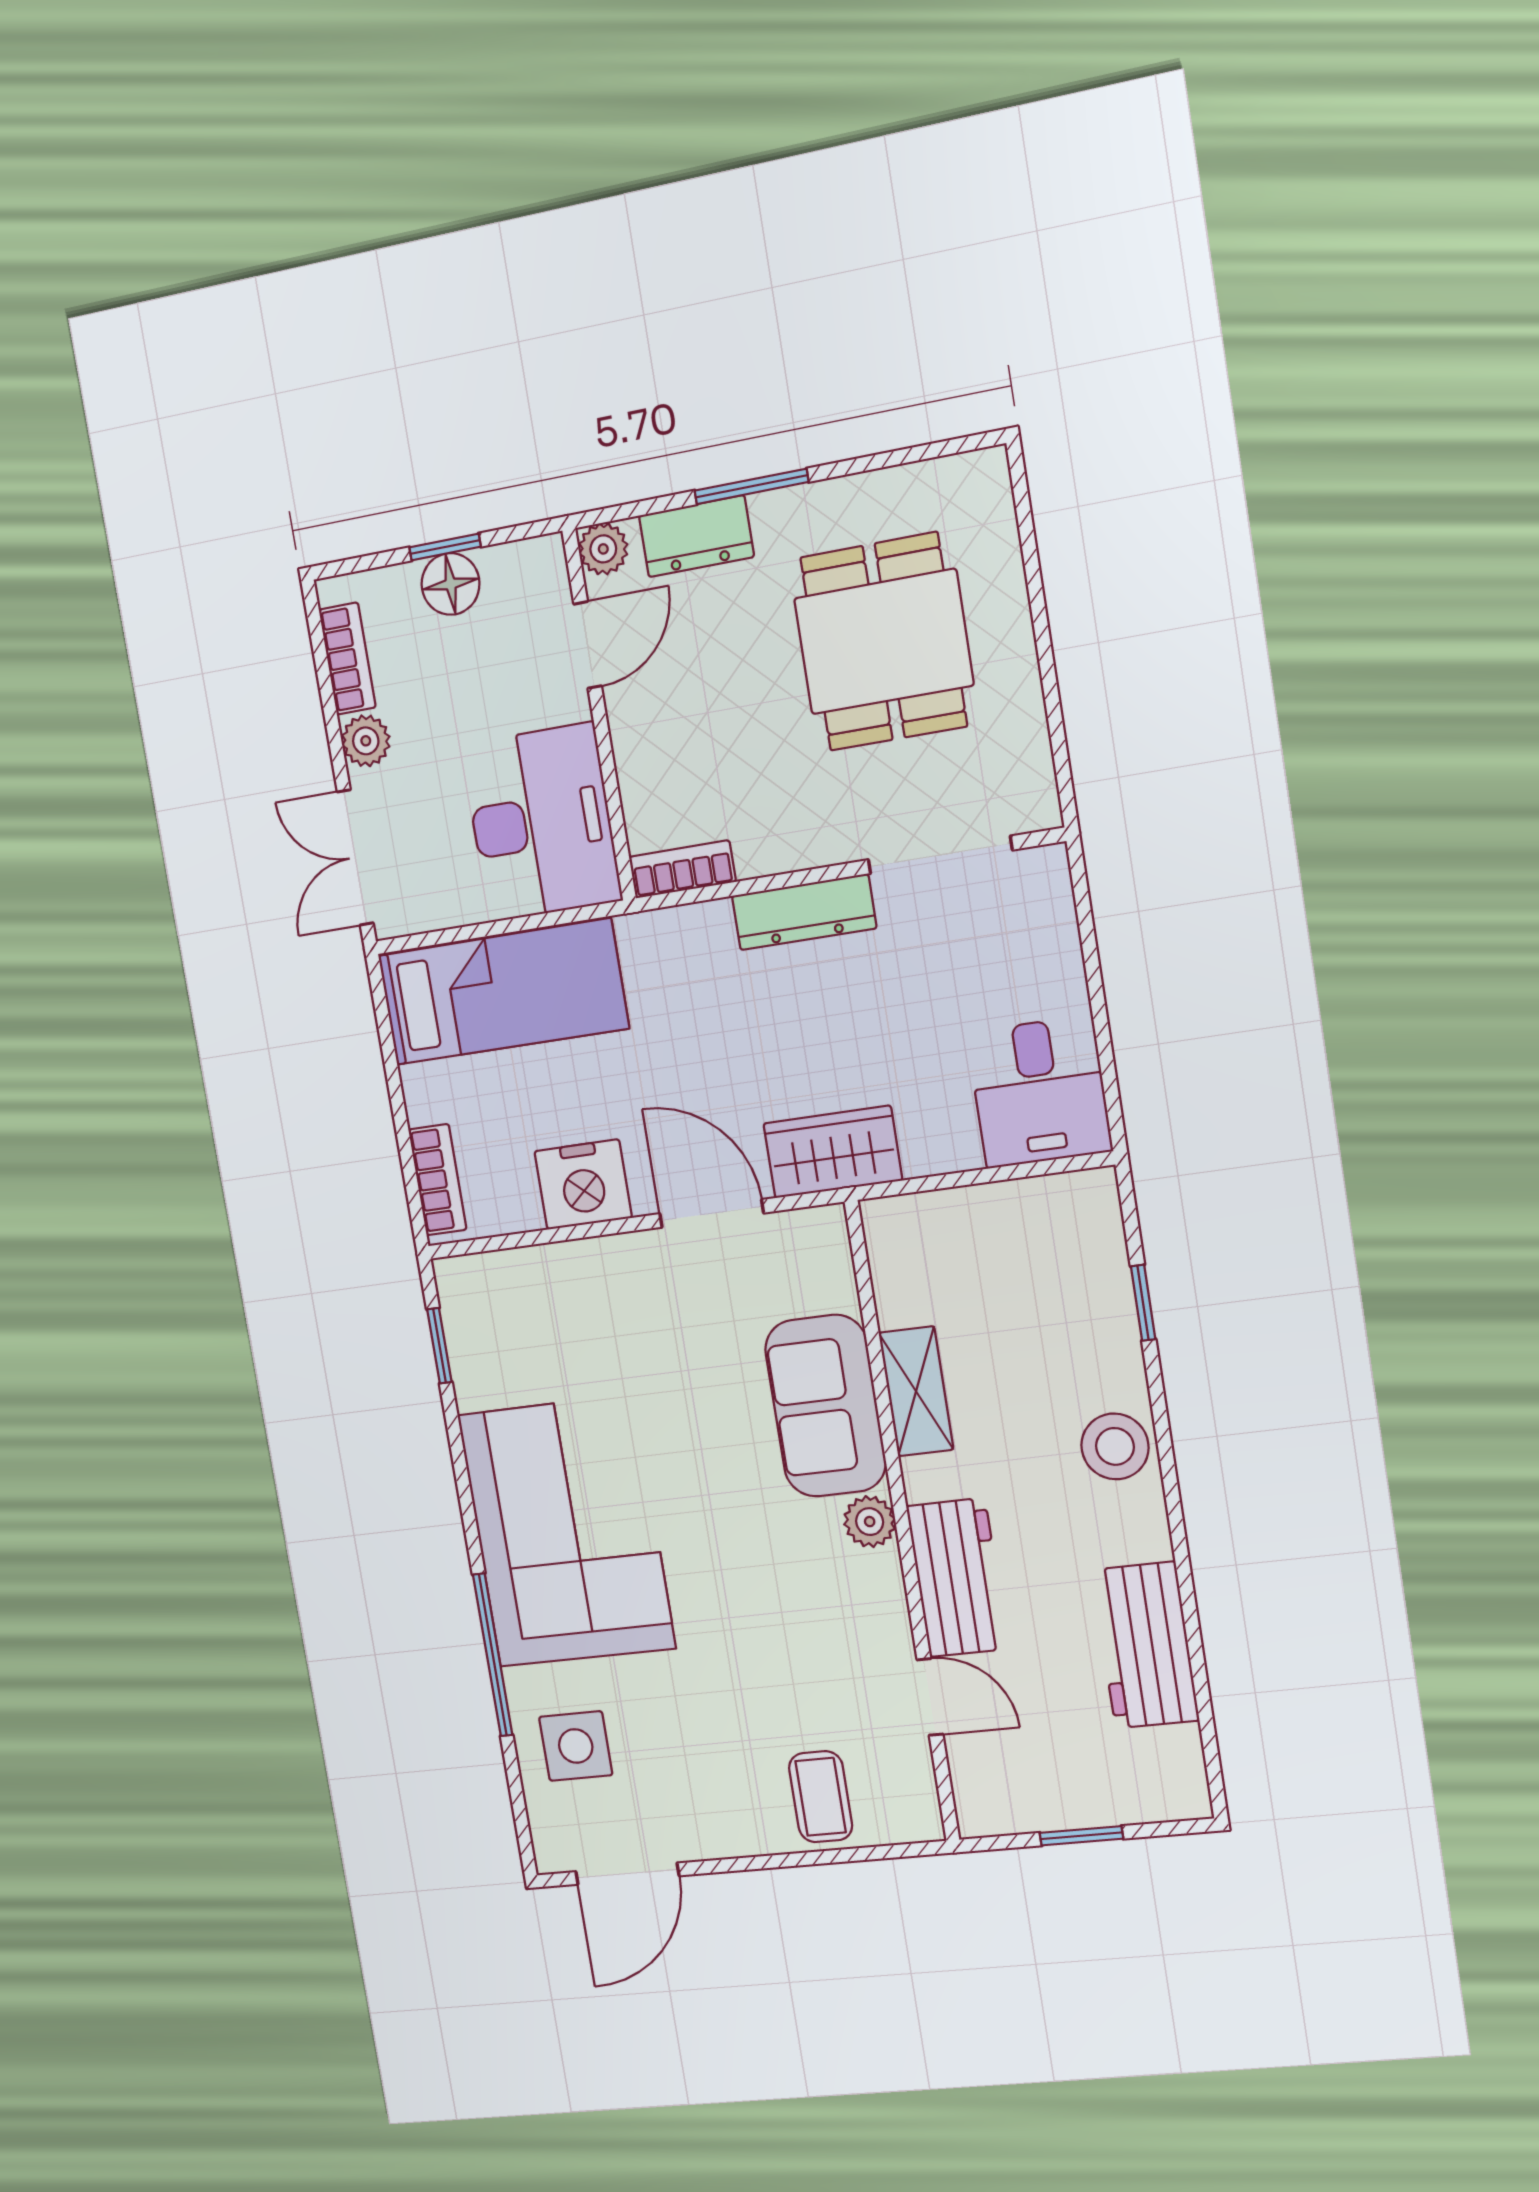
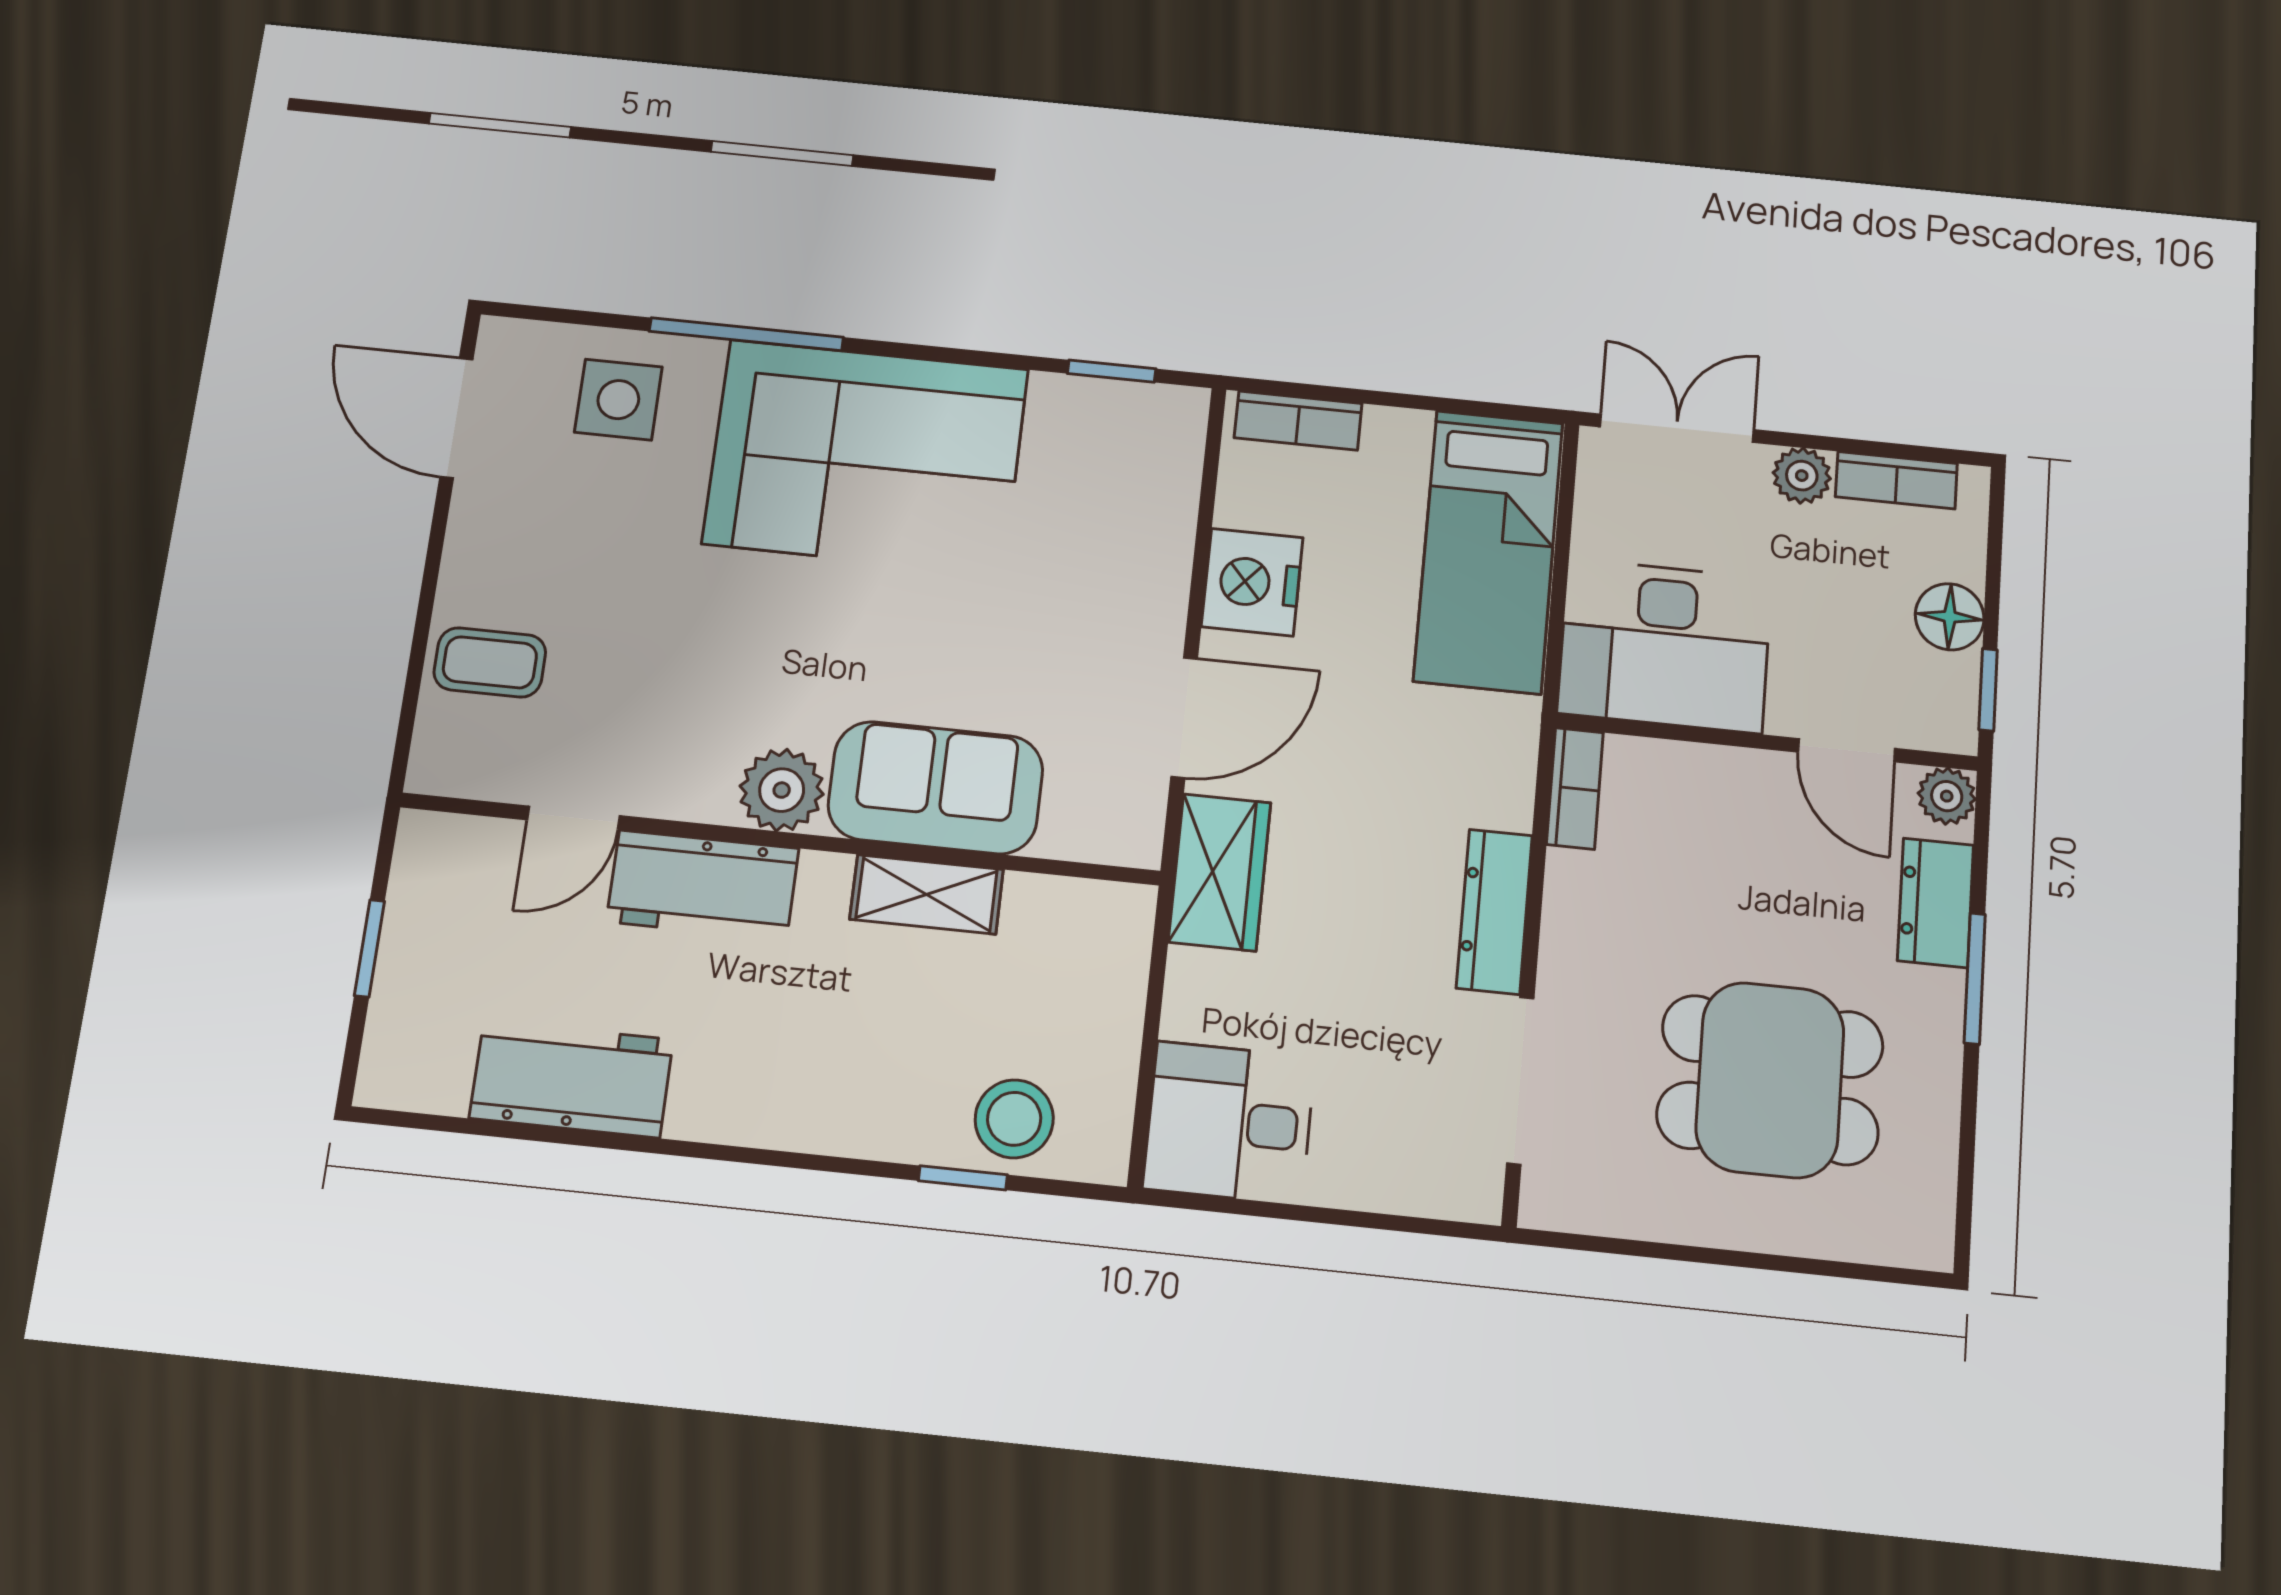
window: (445, 547) -> (1988, 690), moved
stool: (1115, 1446) -> (1014, 1119), moved
plant: (870, 1522) -> (782, 790), width x1.38, depth x1.38

